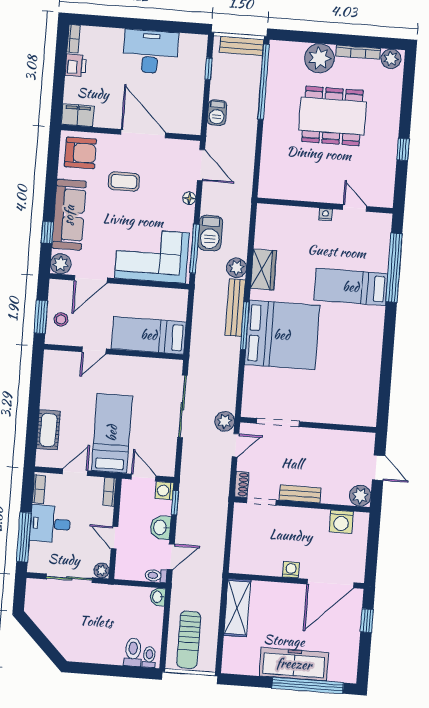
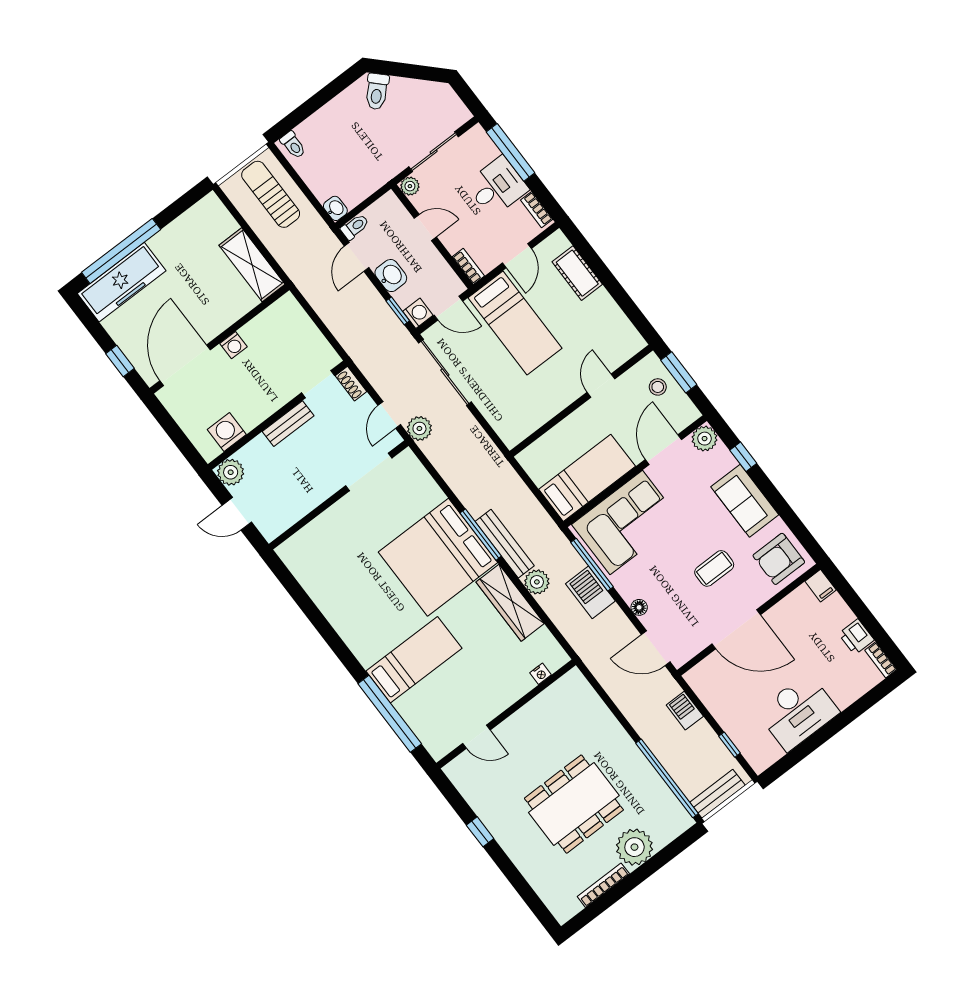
plant: (391, 59) -> (567, 906), removed
filing cabinet: (78, 115) -> (821, 586), width x0.50
nightstand: (325, 214) -> (540, 674), moved
sofa: (69, 215) -> (745, 501), width x0.73
wardrobe: (263, 270) -> (510, 603), width x1.50
bed: (149, 335) -> (587, 478), moved
sliding door: (182, 406) -> (445, 372), moved
toilet: (133, 652) -> (377, 91), moved, turned 45
freezer: (294, 664) -> (122, 282), moved

